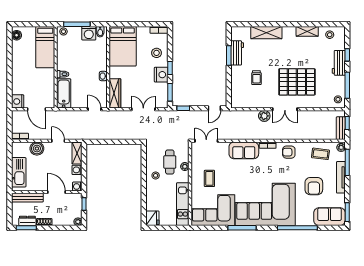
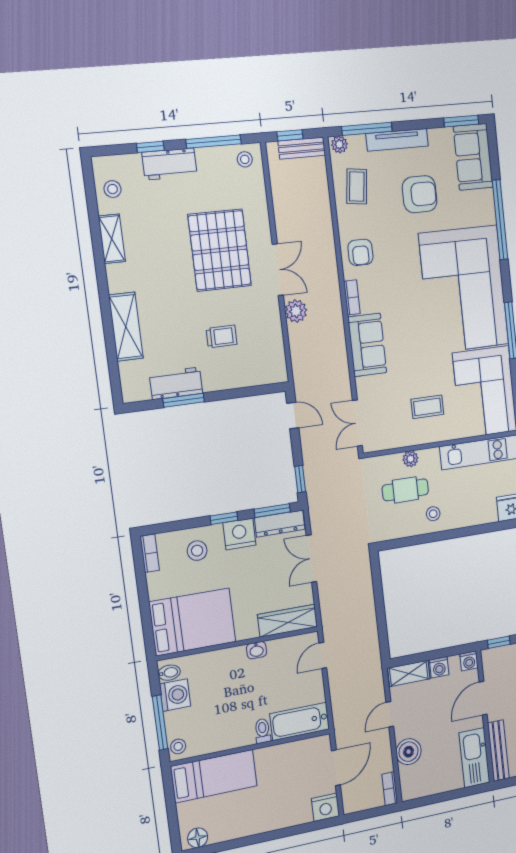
dresser: (163, 95) -> (280, 524), added
kitchen sink: (19, 172) -> (475, 758), moved, turned -90

